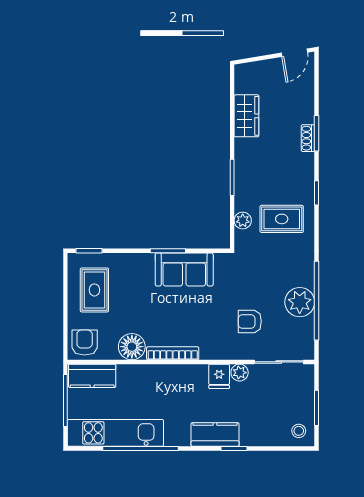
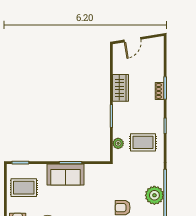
door: (294, 53) -> (132, 40), moved
wardrobe: (246, 116) -> (121, 88), moved
sofa: (184, 270) -> (66, 175), moved
rug: (94, 290) -> (24, 188), turned 90

